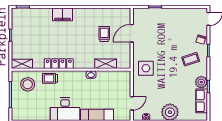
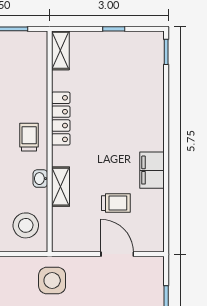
filing cabinet: (63, 14) -> (152, 170), moved
shelving: (106, 64) -> (60, 187), moved
trolley: (50, 78) -> (29, 137), moved
stool: (28, 84) -> (26, 225), moved

